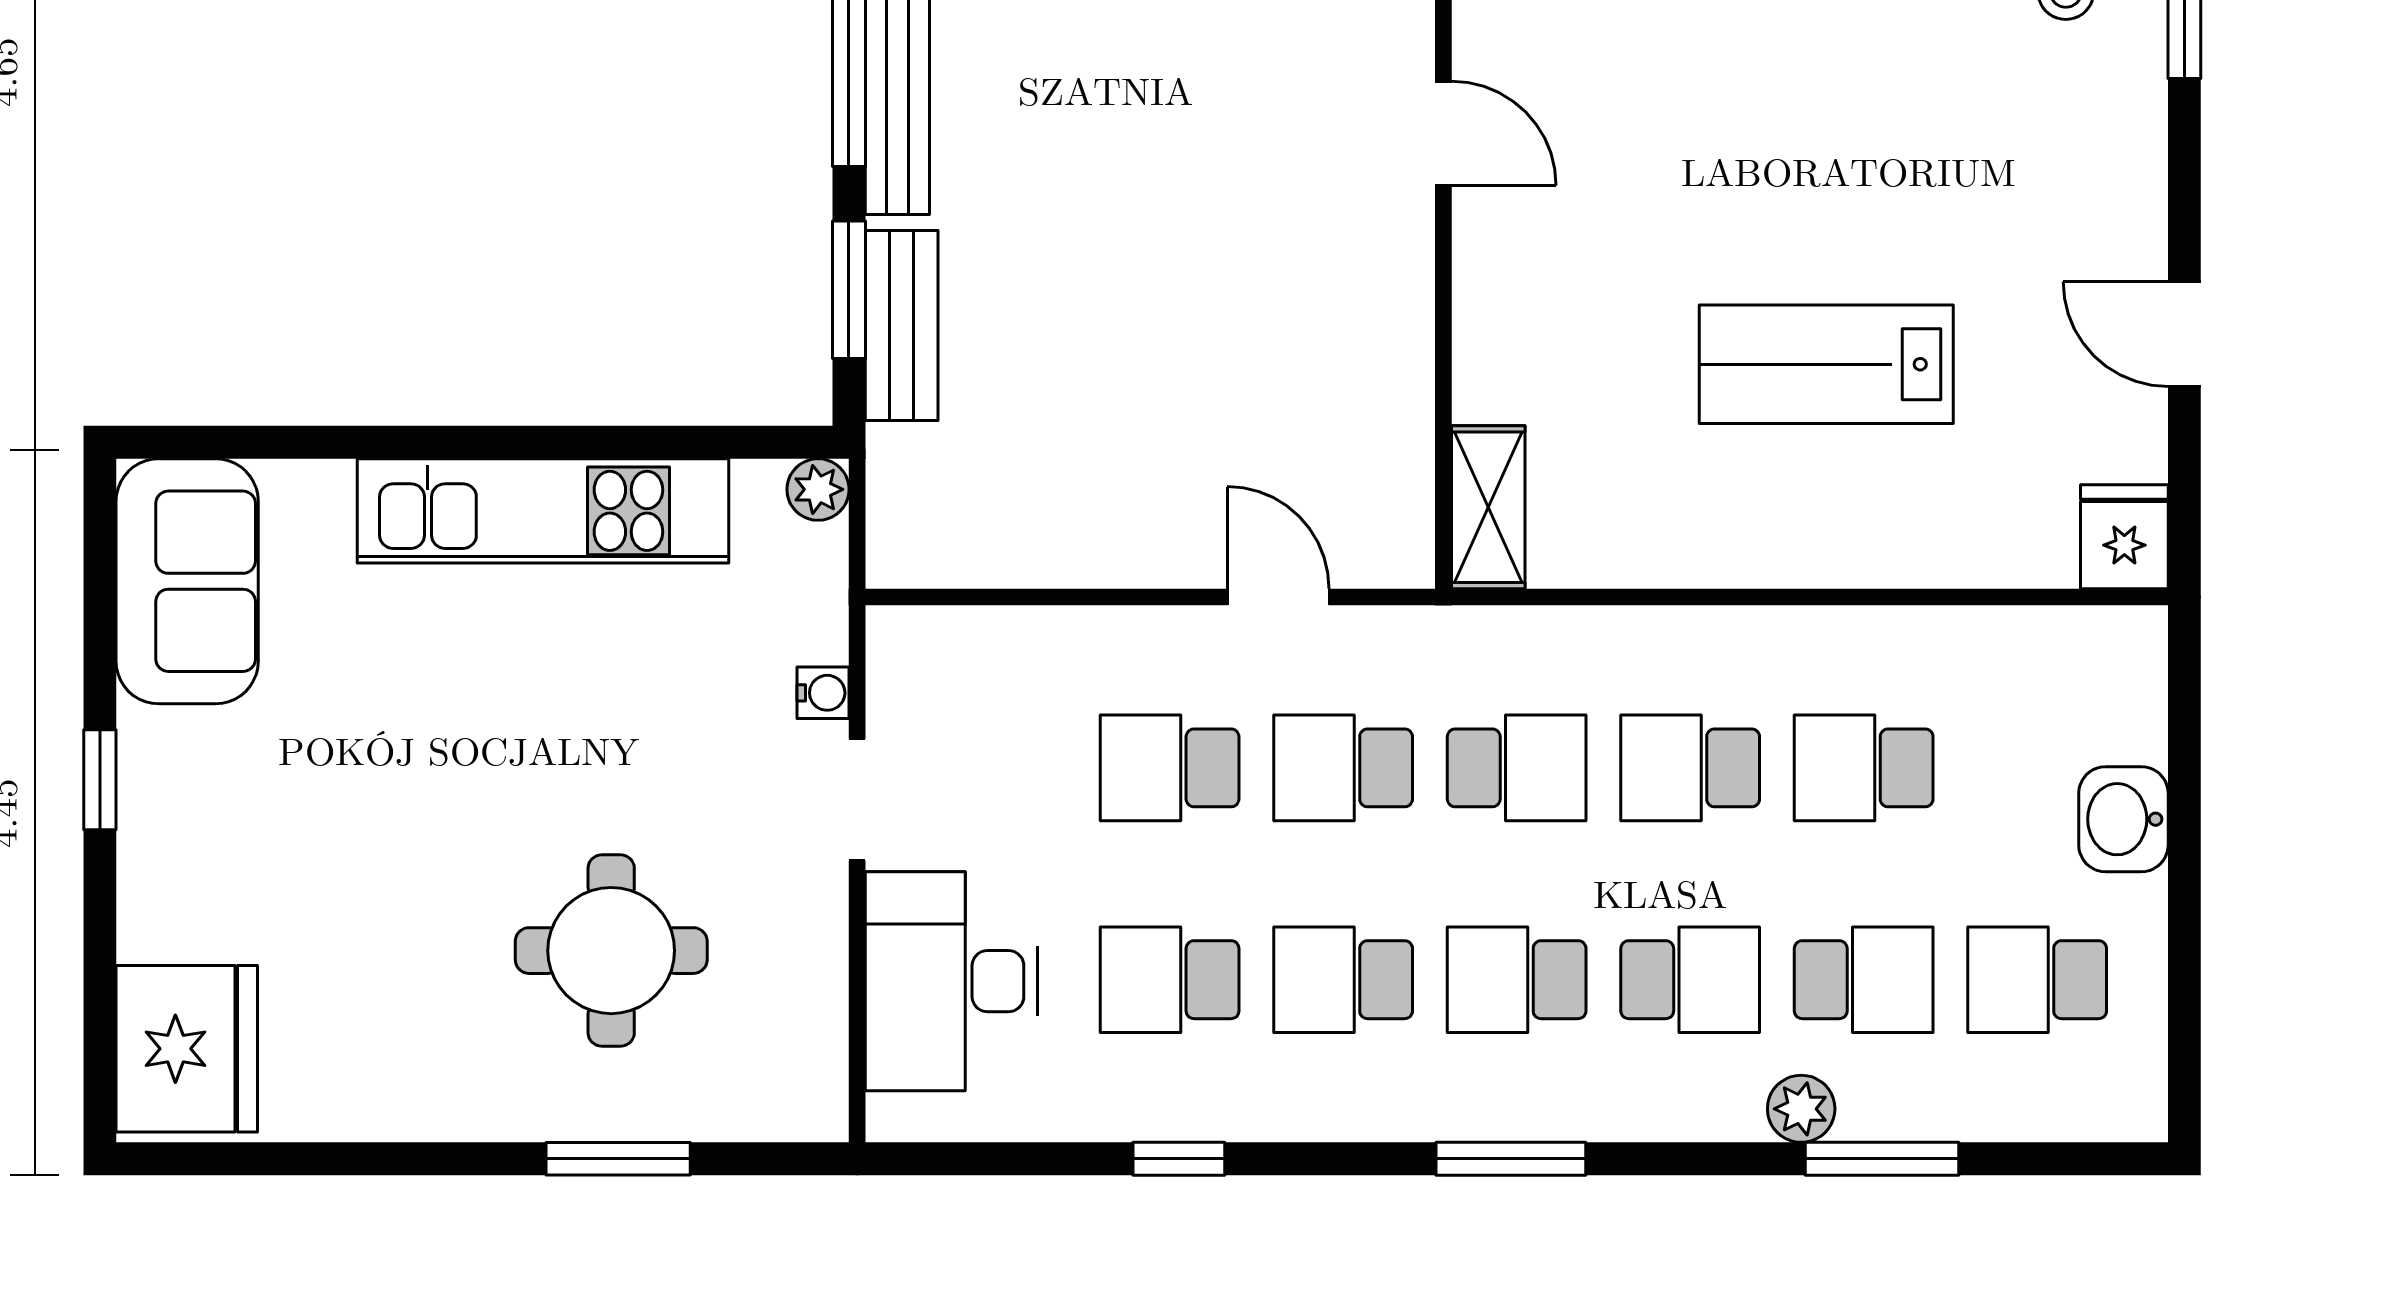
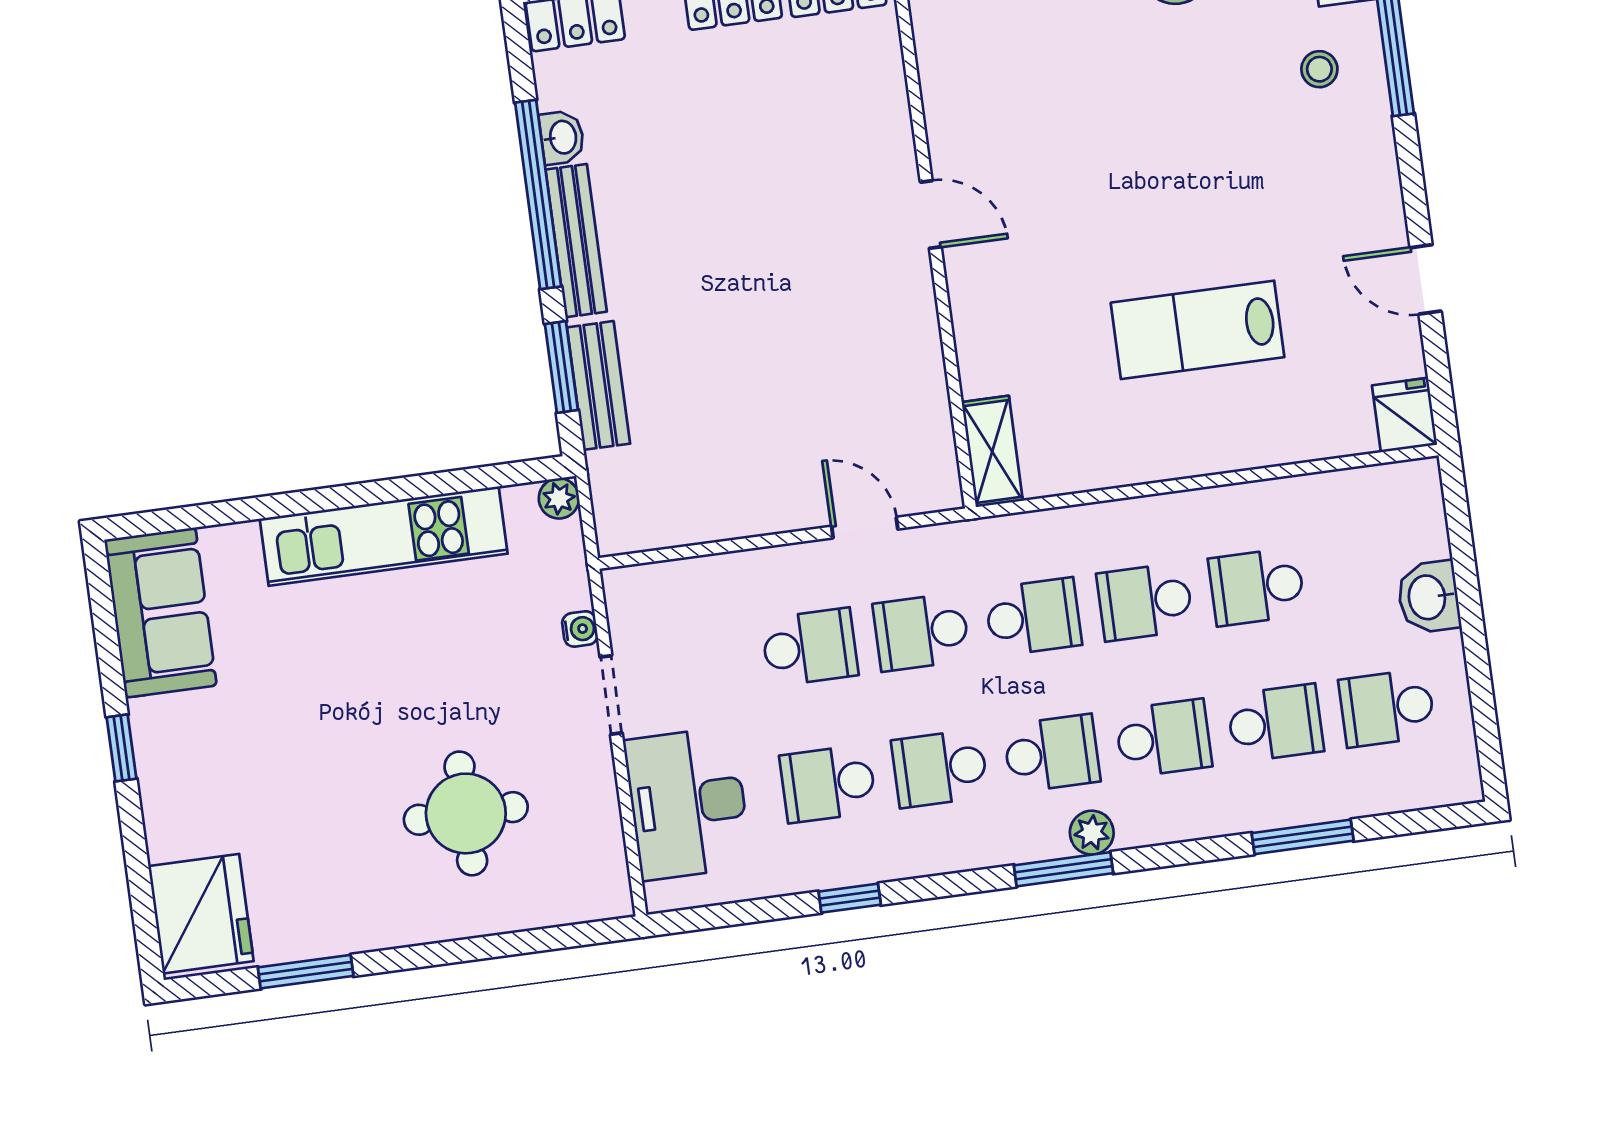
school desk: (1170, 768) -> (810, 647), turned 180
school desk: (1517, 980) -> (1052, 753), turned 180
plant: (1801, 1109) -> (1092, 833), moved
window: (618, 1159) -> (306, 972), moved

